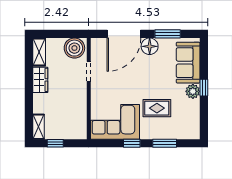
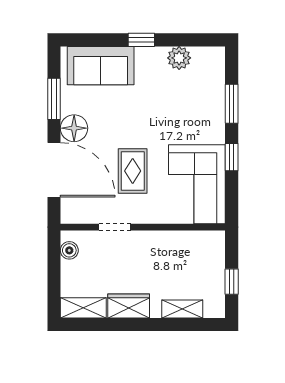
boiler: (74, 48) -> (69, 250), width x0.54, depth x0.54
plant: (193, 91) -> (179, 58), moved
rug: (157, 108) -> (133, 171), moved
shelving: (38, 127) -> (182, 309), moved

